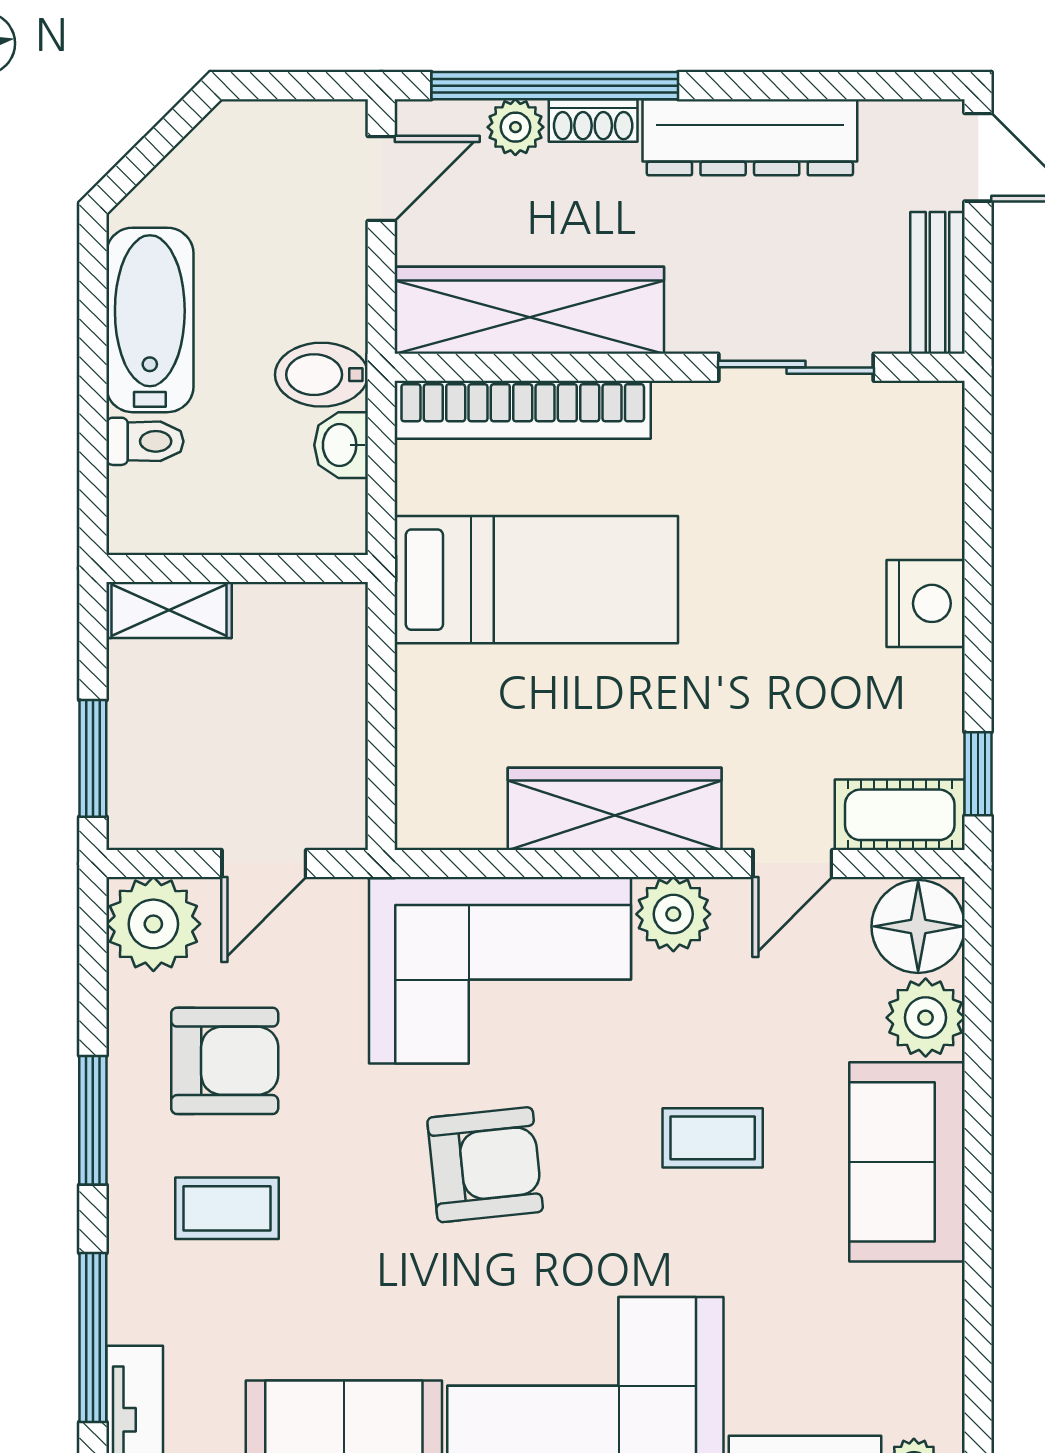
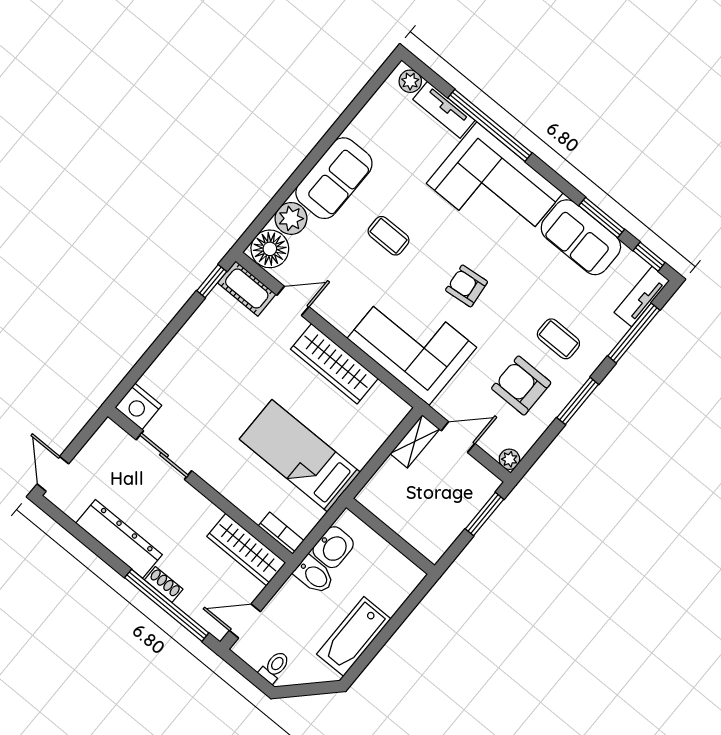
plant: (515, 127) -> (190, 602), removed
bench: (938, 283) -> (98, 445), removed
wardrobe: (529, 310) -> (246, 550), width x0.71, depth x0.85
bookcase: (523, 410) -> (281, 533), width x0.43, depth x0.76
toilet: (145, 441) -> (275, 667), moved, turned 90
washbasin: (341, 445) -> (333, 547), width x1.38, depth x1.45
nightstand: (926, 603) -> (138, 406), moved, turned -90
shelving: (169, 610) -> (415, 441), moved, turned 90
plant: (673, 914) -> (343, 316), removed
plant: (153, 924) -> (509, 459), width x0.53, depth x0.53
armchair: (485, 1165) -> (467, 286), width x0.72, depth x0.72

